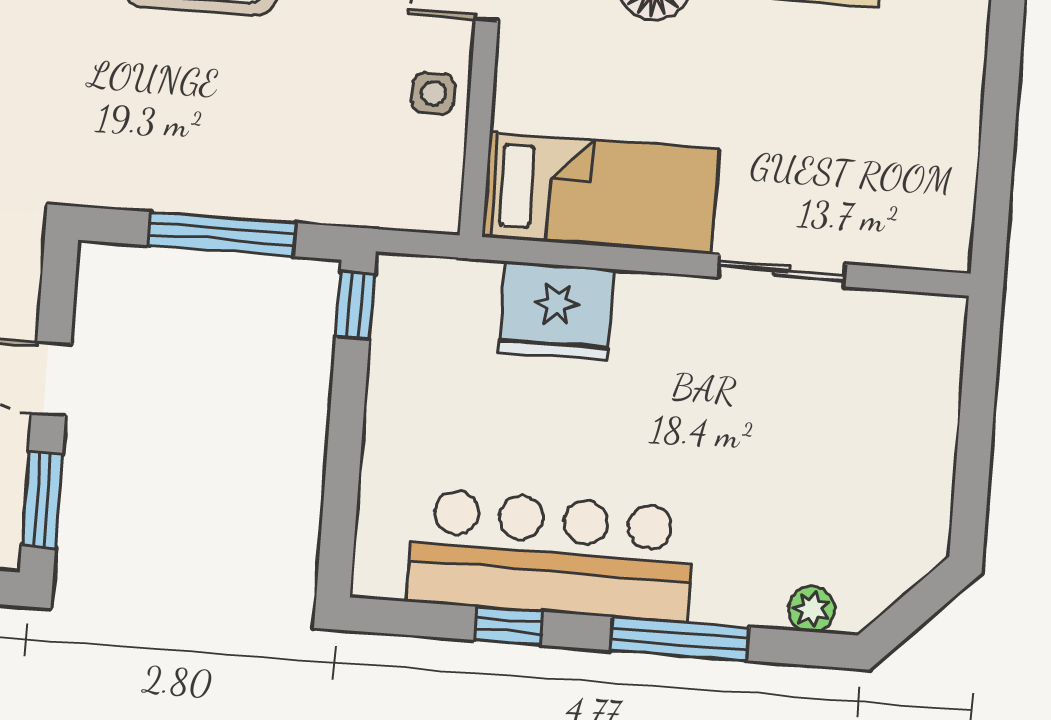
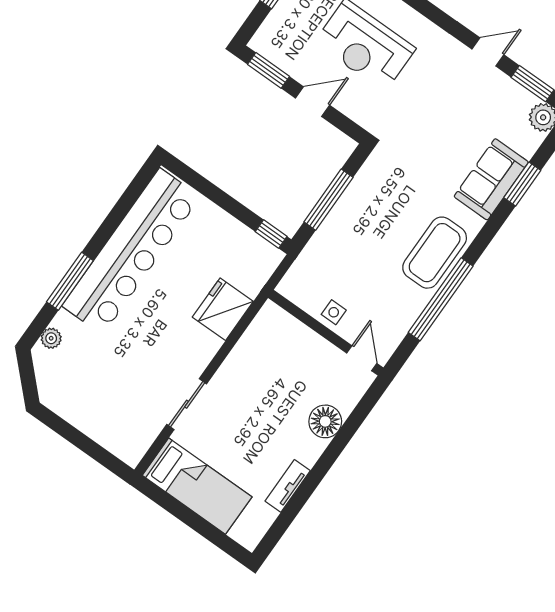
bed: (600, 192) -> (197, 486), moved, turned -90
bar counter: (551, 555) -> (131, 251), width x1.36
window: (508, 626) -> (114, 219), removed

